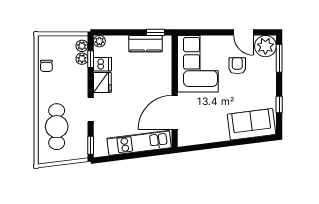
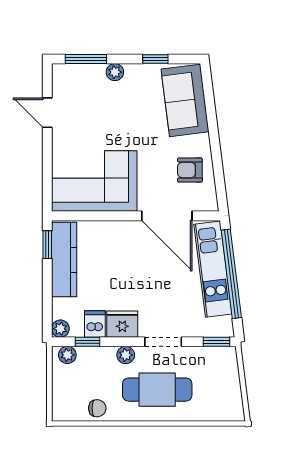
door: (243, 32) -> (47, 113), swing flipped
kitchen counter: (146, 44) -> (64, 260), width x1.50
plant: (265, 46) -> (115, 72), moved, width x0.53, depth x0.53
plant: (82, 59) -> (126, 355), moved
armchair: (237, 66) -> (190, 170), moved
cafe table: (57, 127) -> (157, 390), moved
window: (136, 155) -> (231, 274), added

